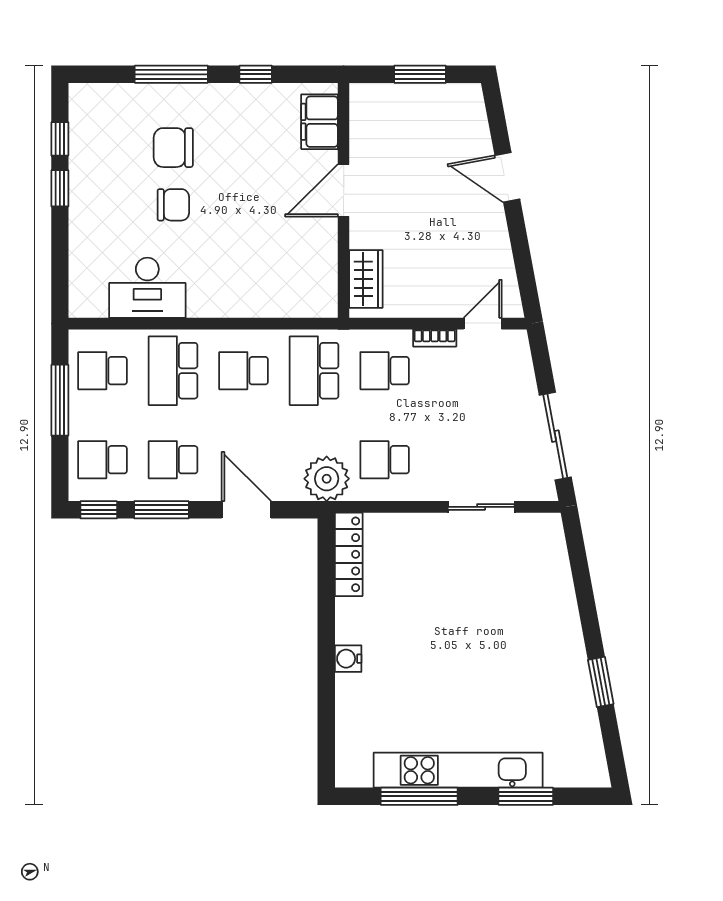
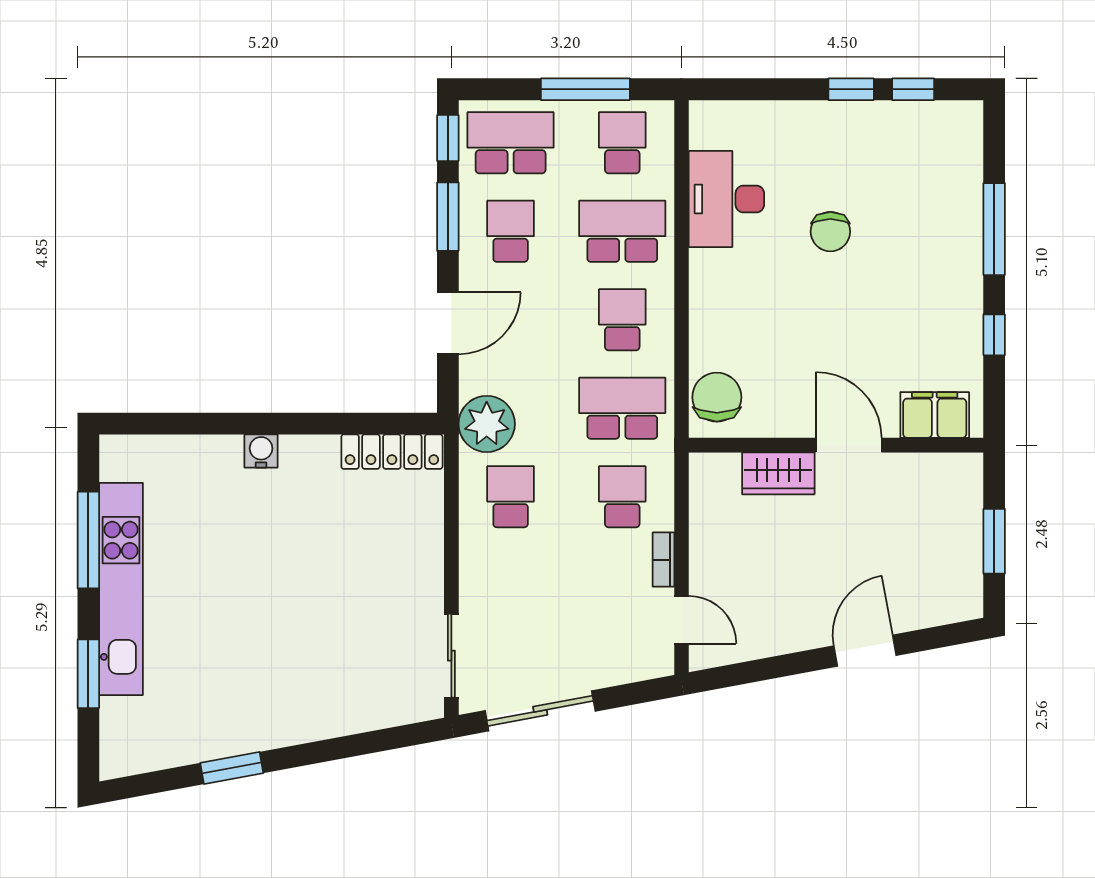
chair: (173, 148) -> (717, 397), moved
wardrobe: (366, 279) -> (778, 473), moved
school desk: (103, 460) -> (511, 143), width x1.85
sliding door: (481, 507) -> (451, 656), moved

